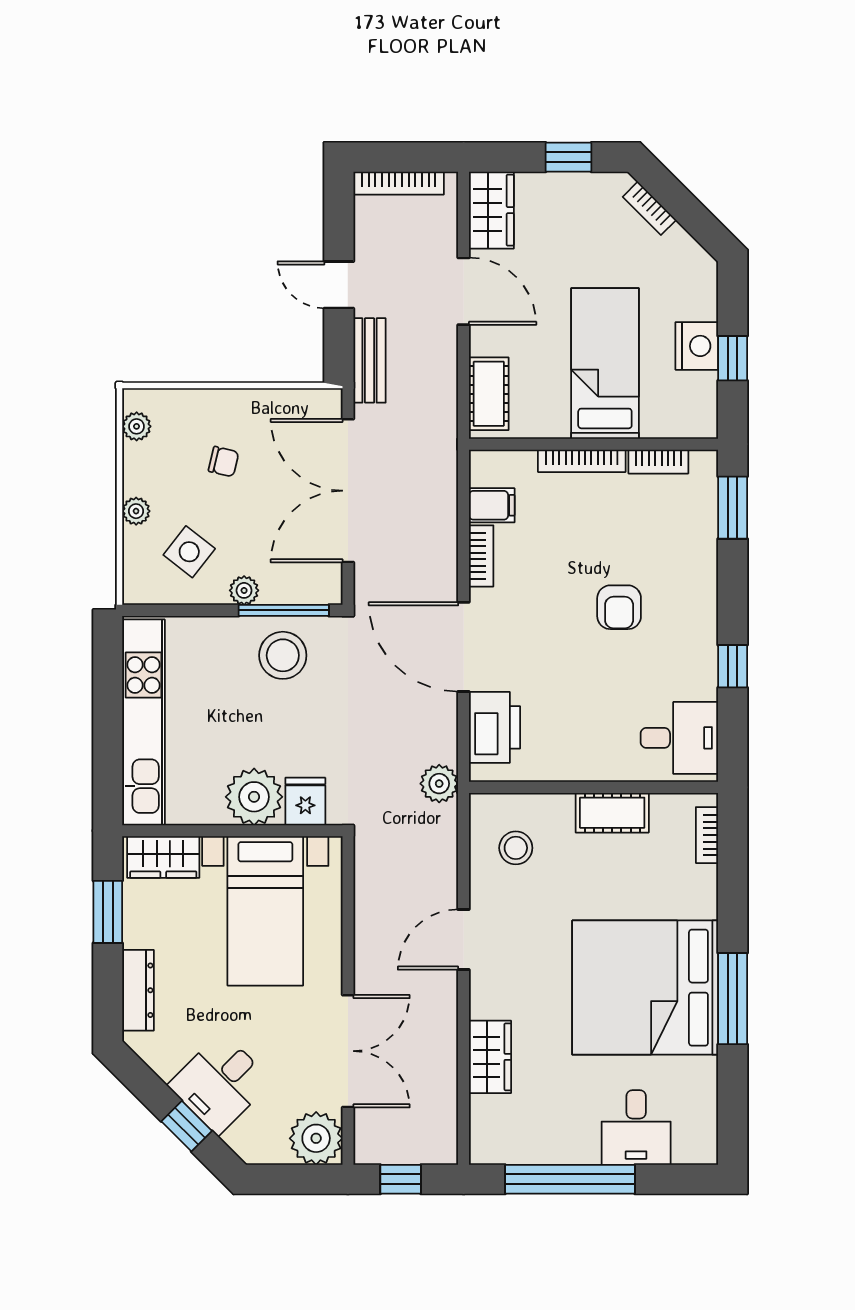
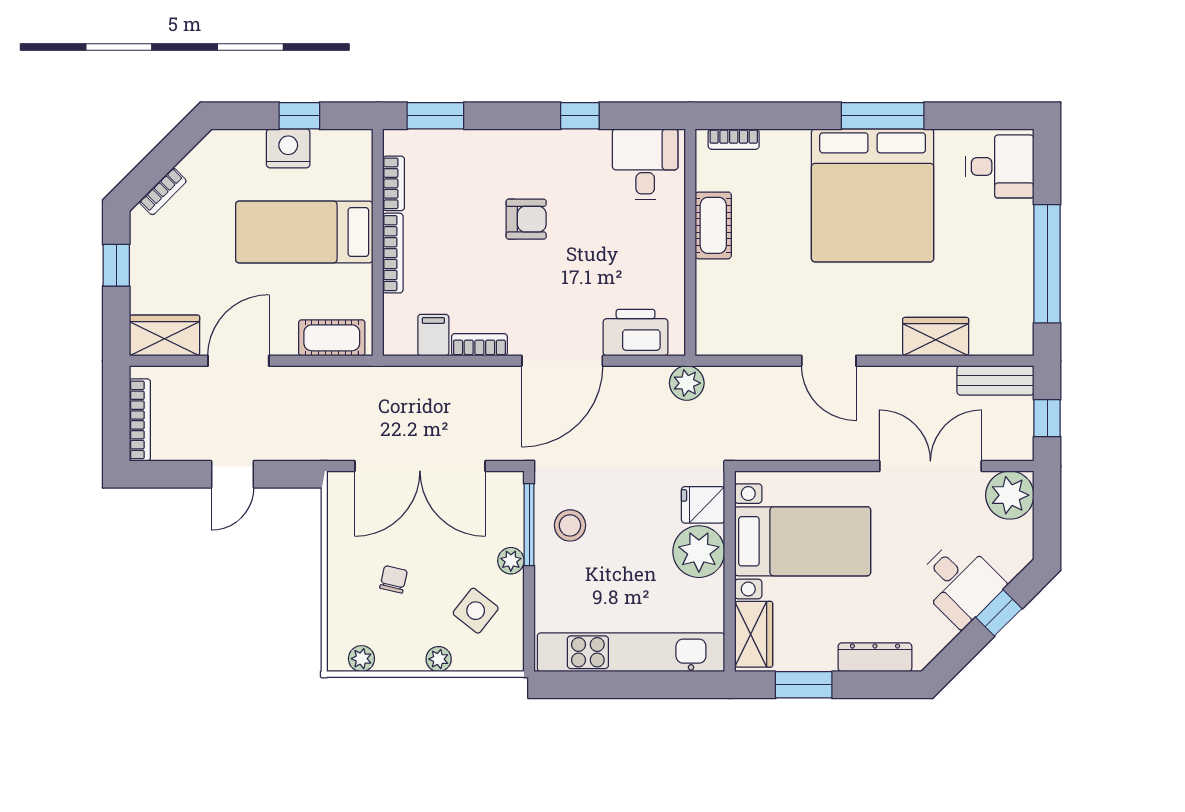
bench: (370, 360) -> (995, 380), moved
stool: (283, 655) -> (570, 525), width x0.73, depth x0.73
stool: (516, 848) -> (745, 313), removed
desk: (636, 1127) -> (1000, 166), moved

